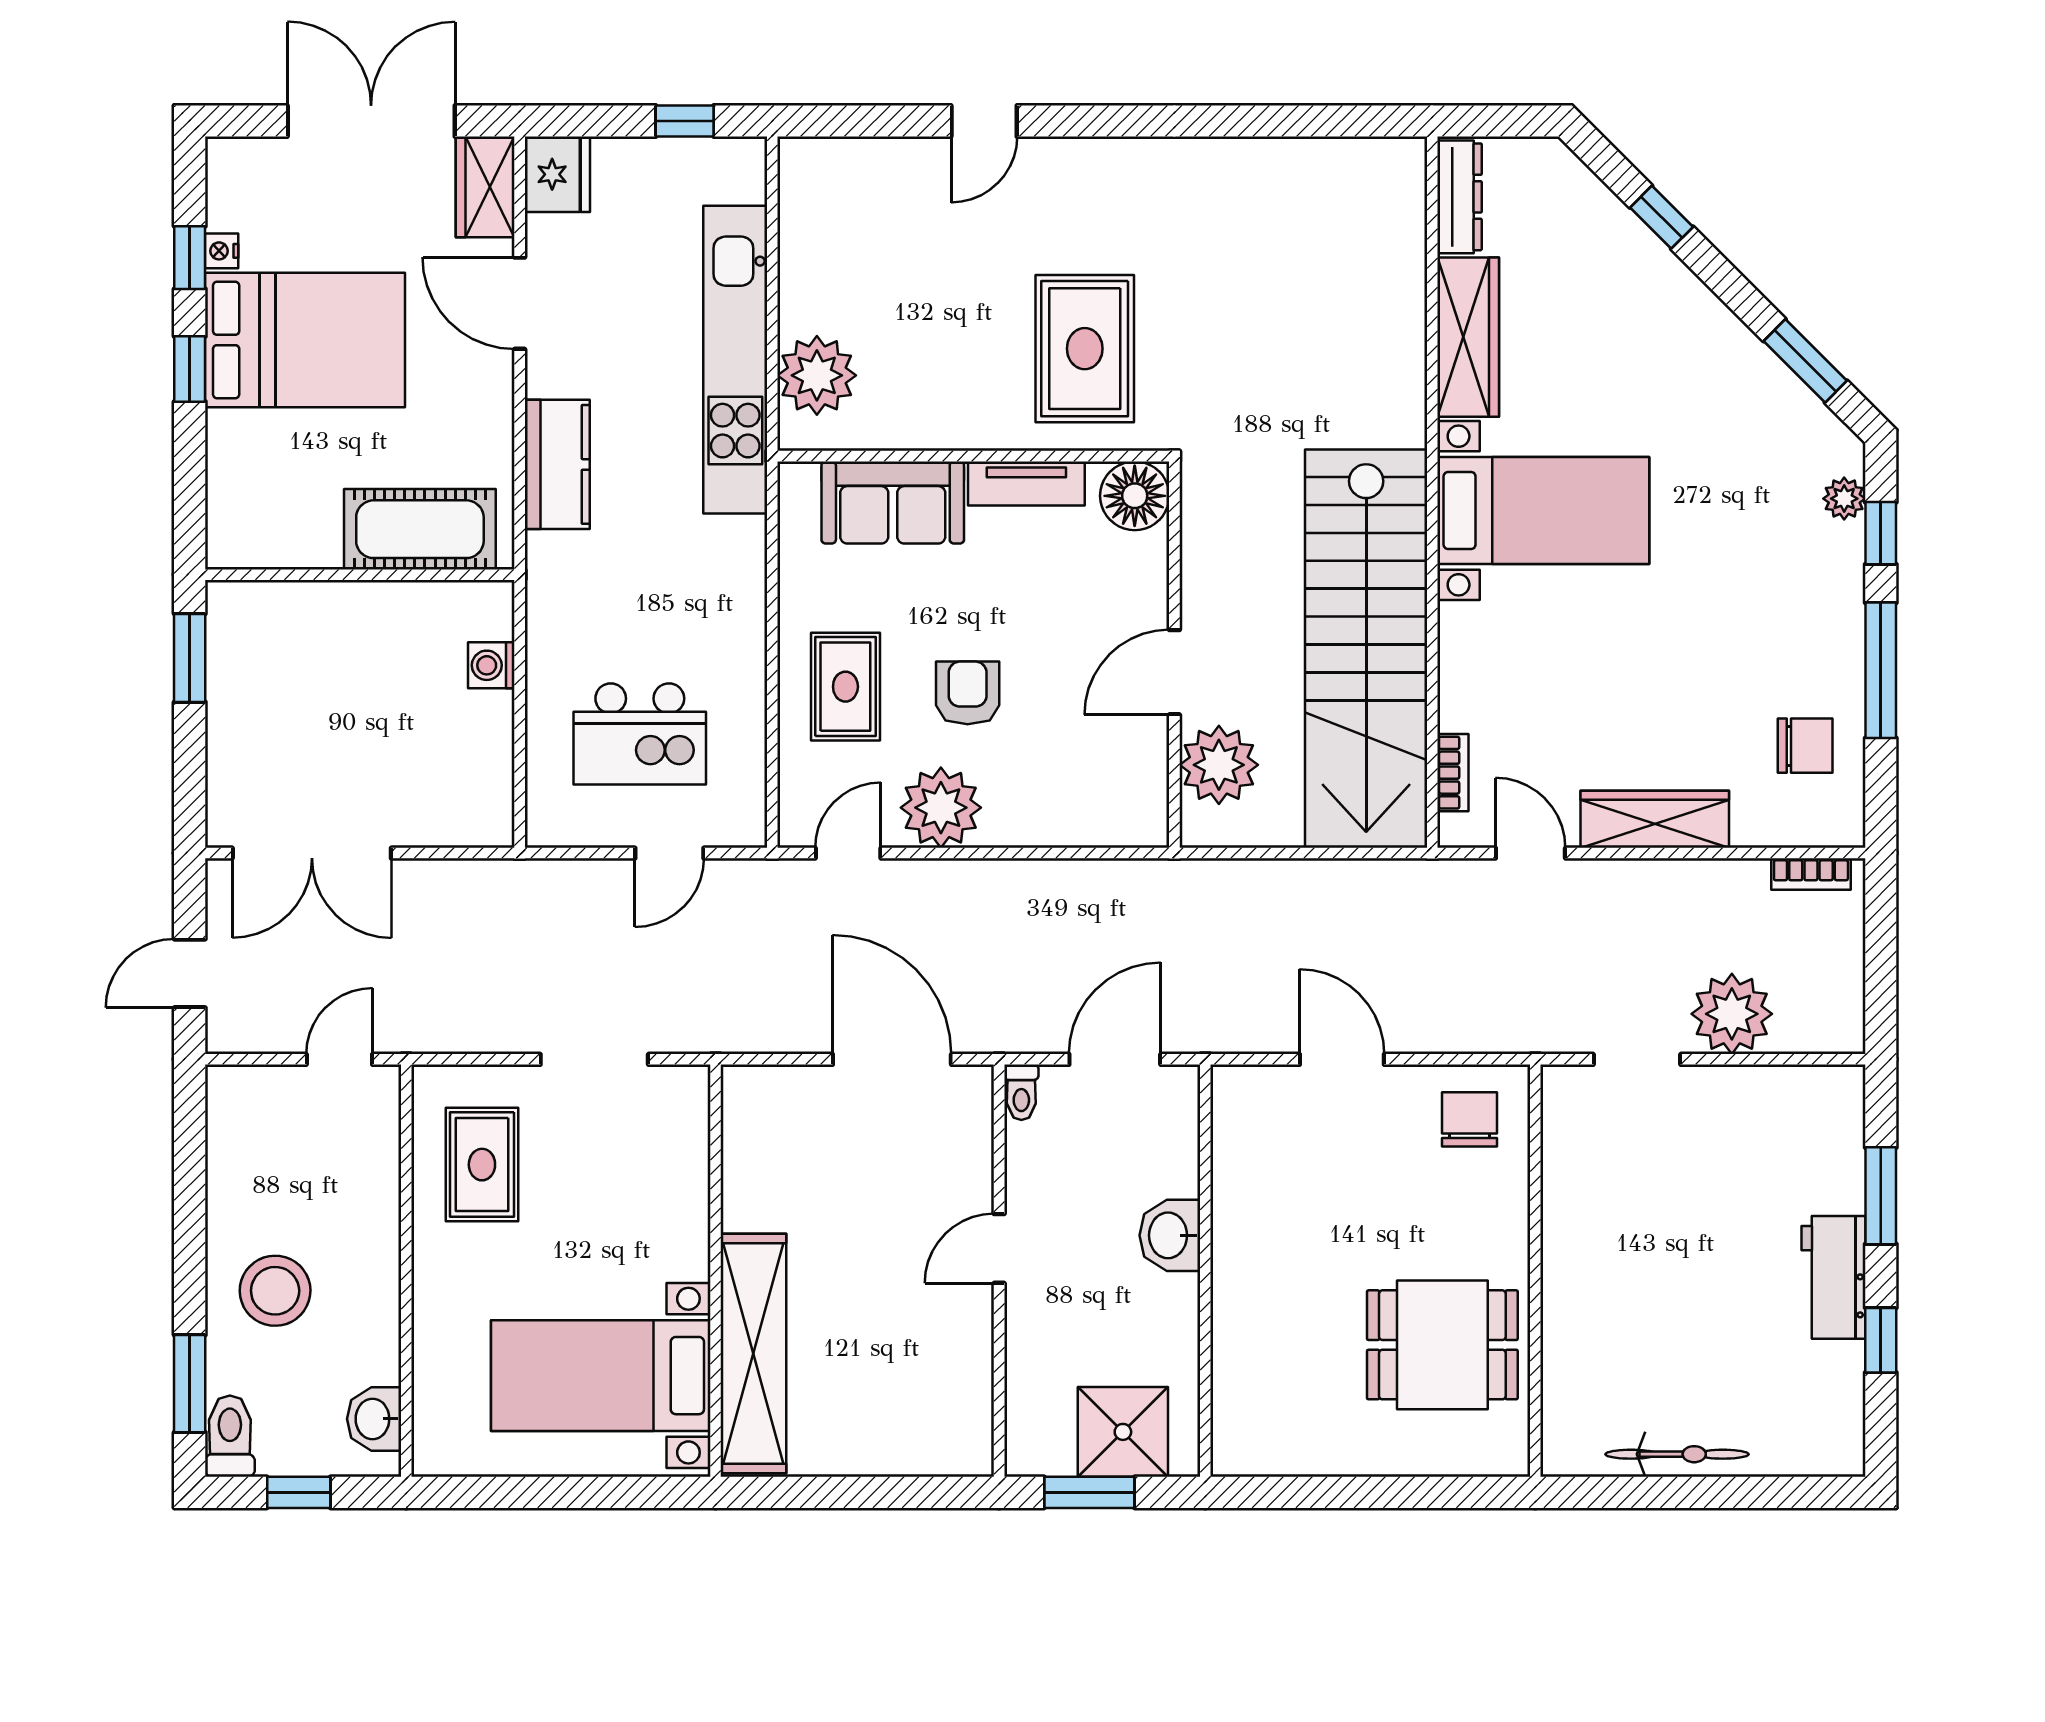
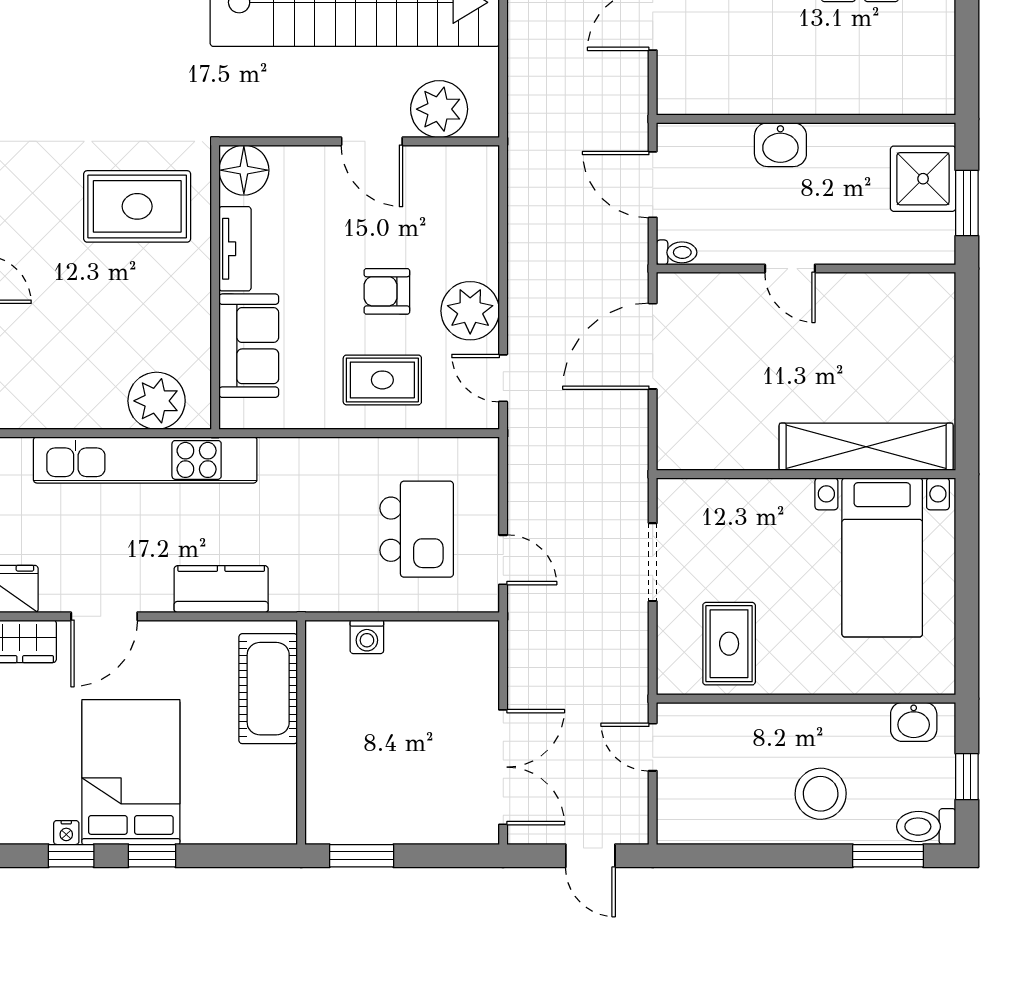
door: (669, 853) -> (503, 560), moved
rug: (482, 1165) -> (729, 644), turned 90

